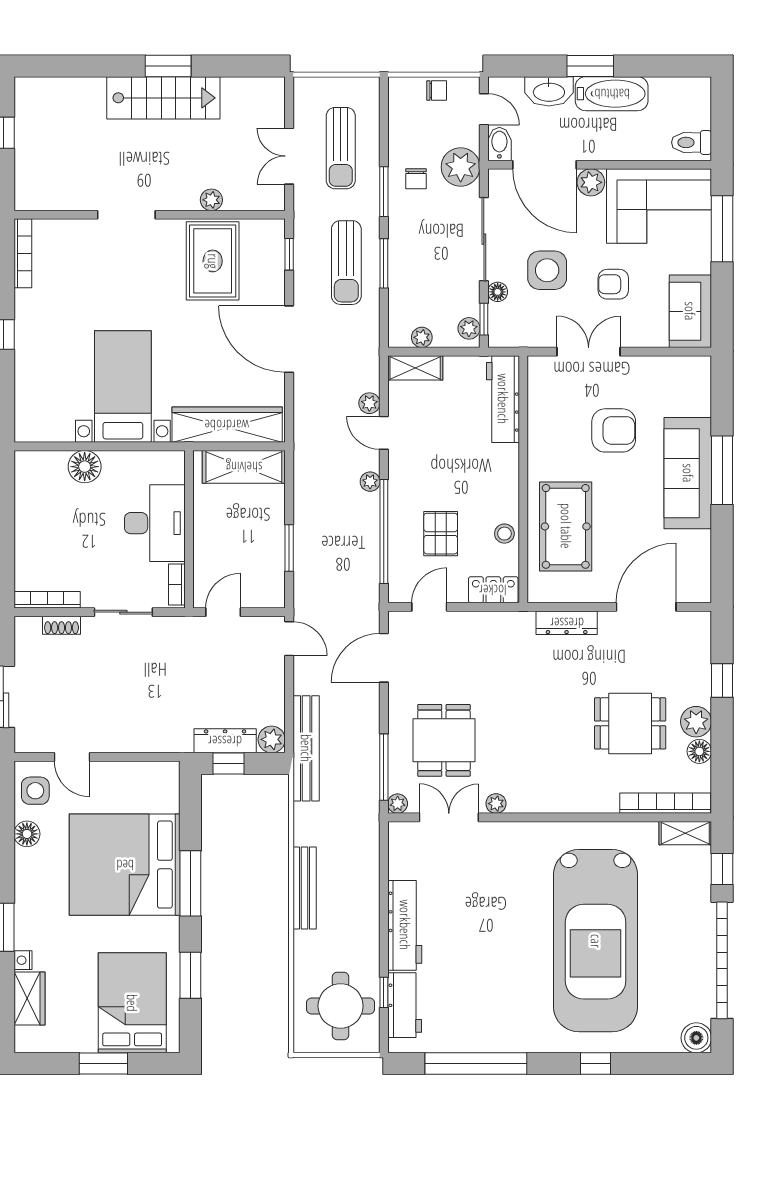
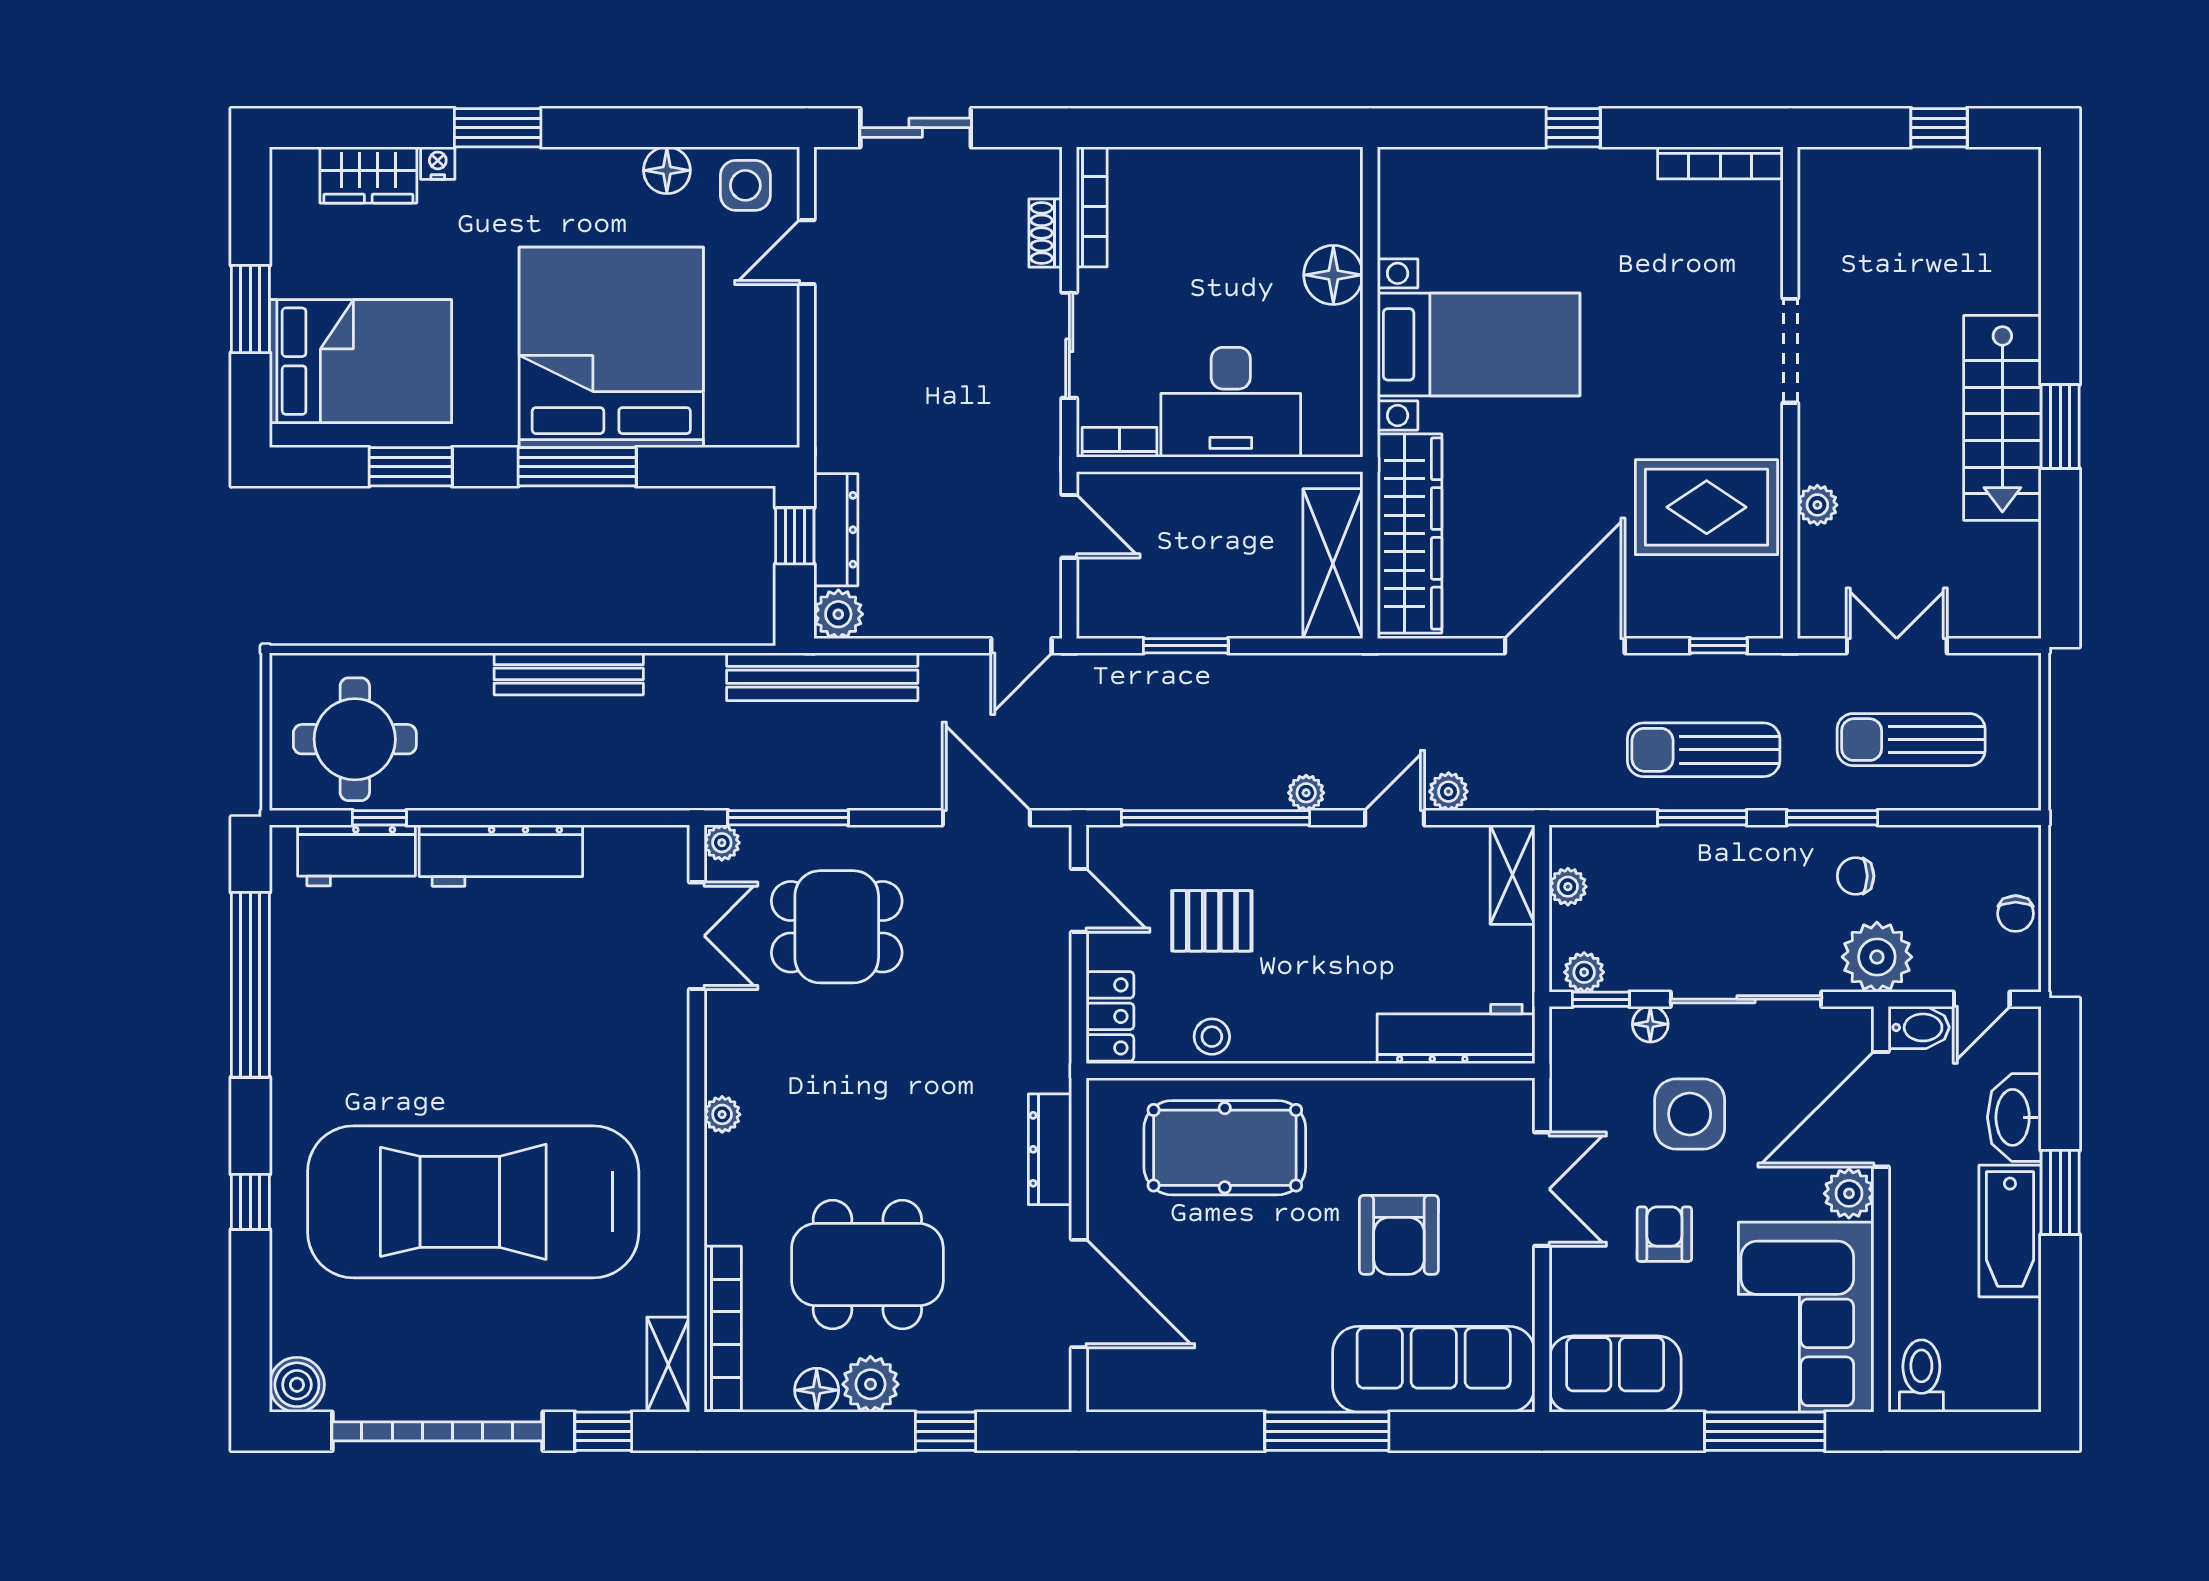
sofa: (688, 473) -> (1434, 1369), moved
dining table: (630, 723) -> (867, 1265), width x1.38
plant: (496, 804) -> (722, 1114), moved

